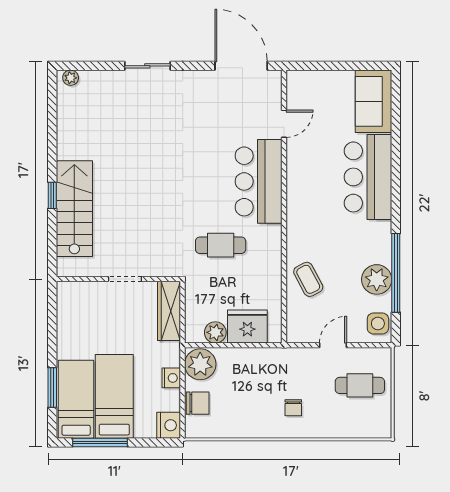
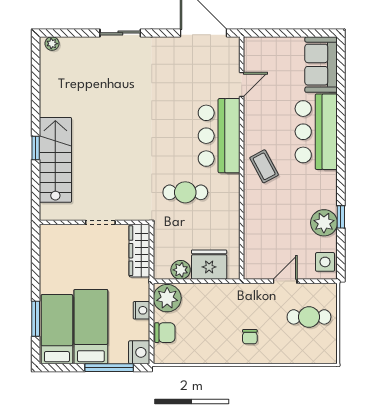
window: (396, 273) -> (341, 217), width x0.32
coffee table: (308, 279) -> (264, 166), moved
window: (100, 443) -> (109, 368), moved

